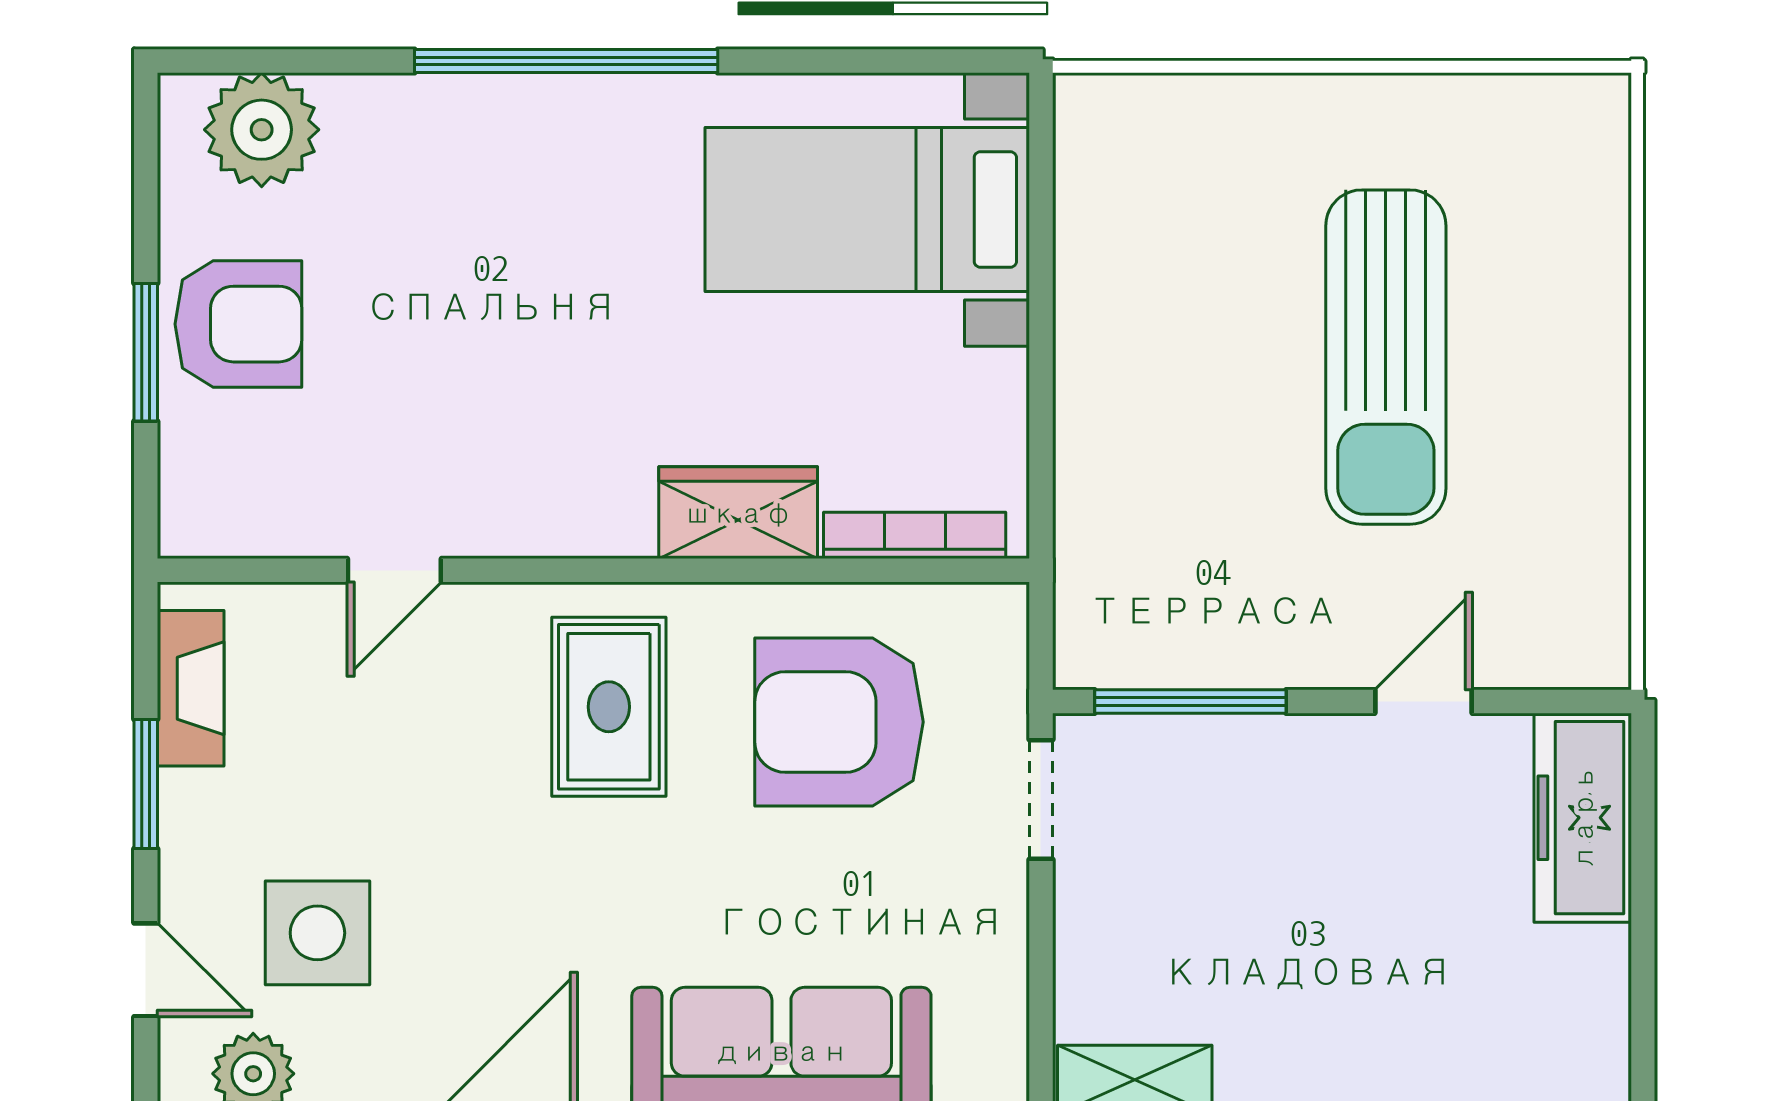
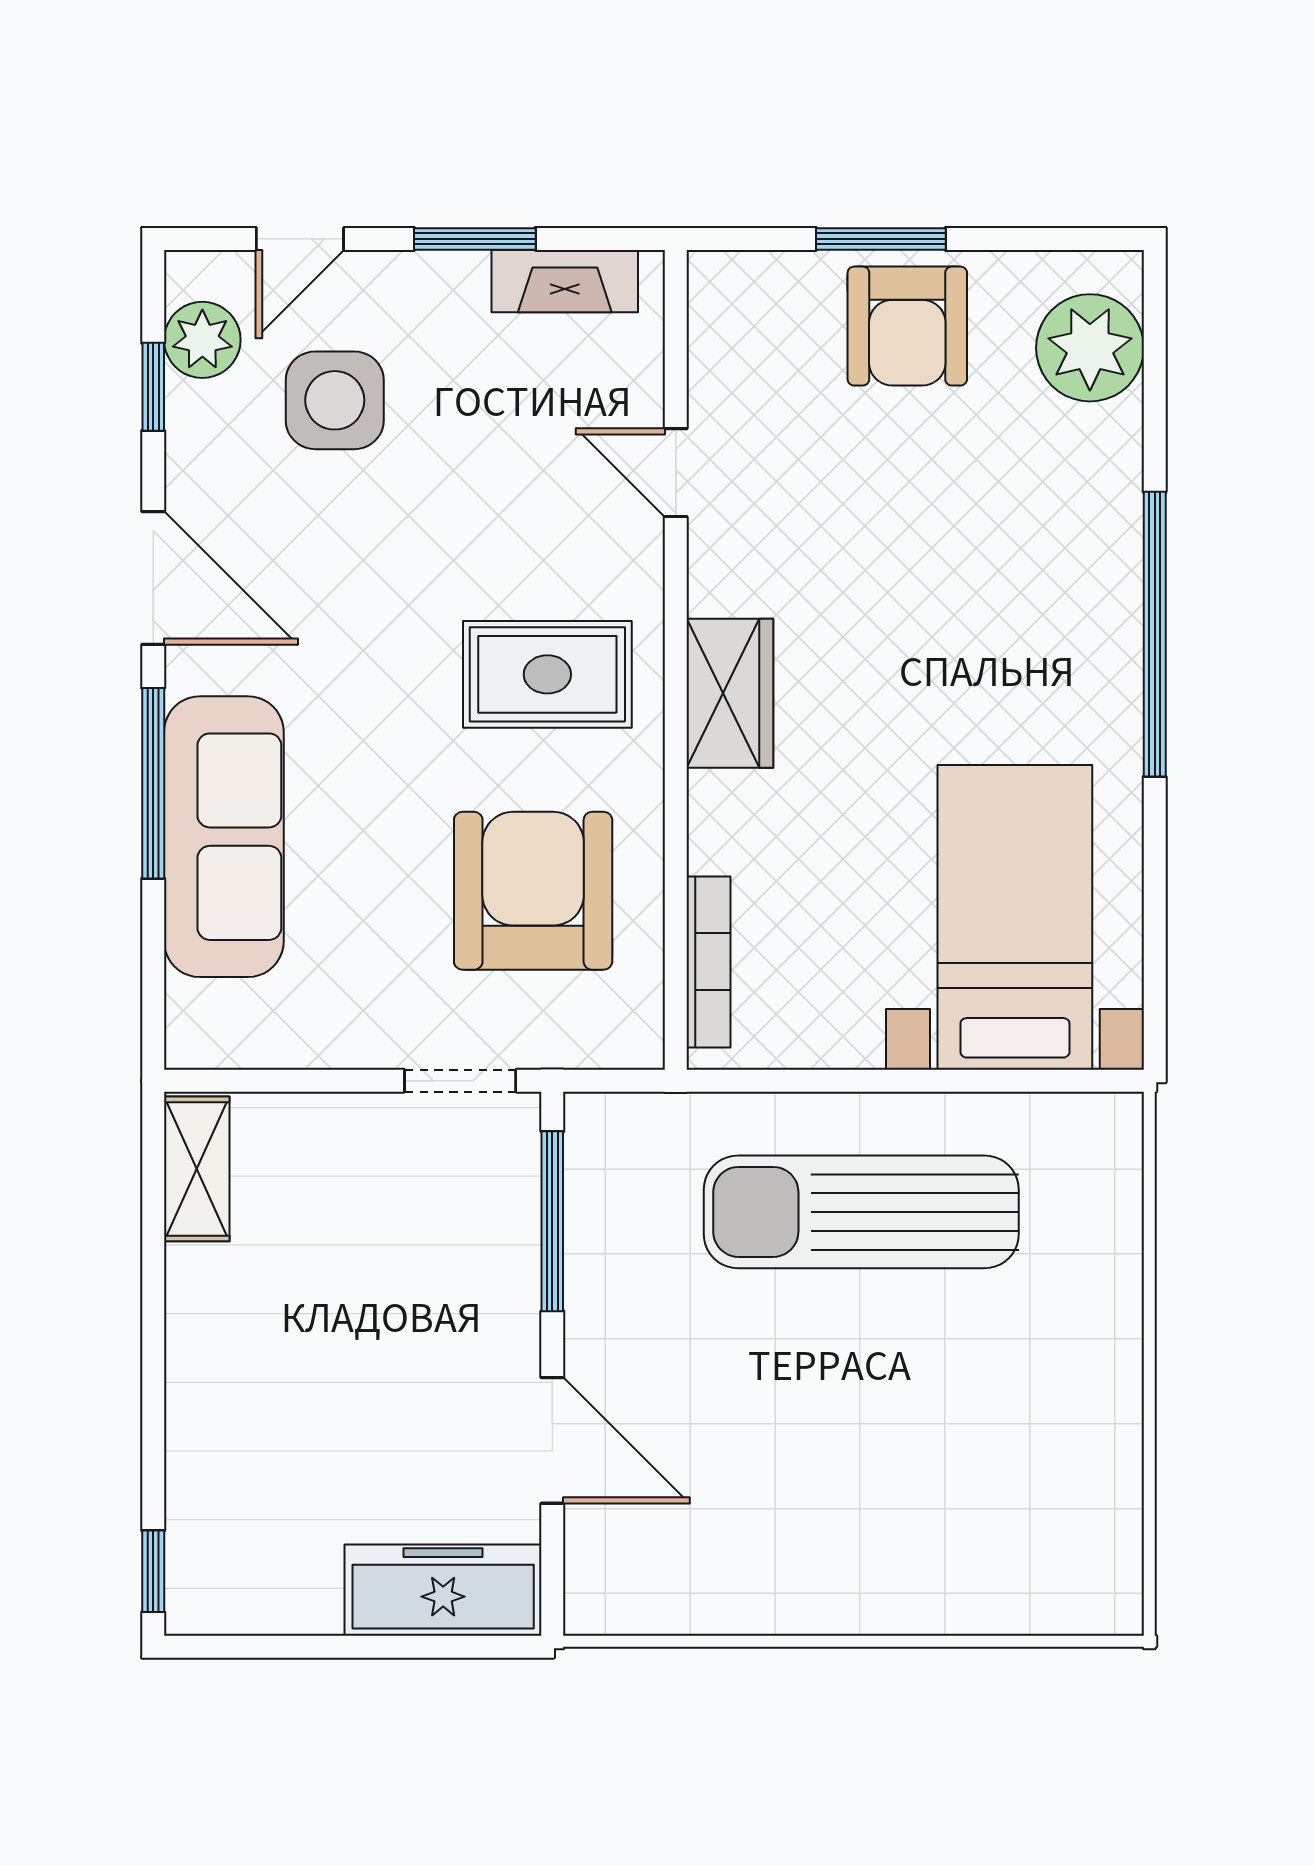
sun lounger: (1386, 357) -> (861, 1212), moved
wardrobe: (738, 513) -> (730, 693), moved
door: (1424, 701) -> (552, 1440), width x1.38

